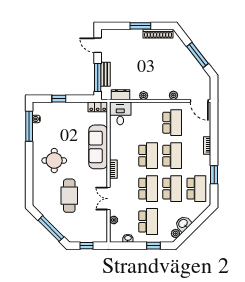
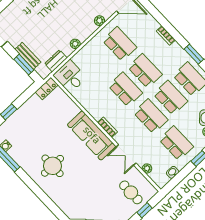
window: (98, 77) -> (24, 65), width x0.69
sofa: (98, 147) -> (92, 135), moved
cafe table: (69, 196) -> (131, 192), moved, width x0.73, depth x0.74

